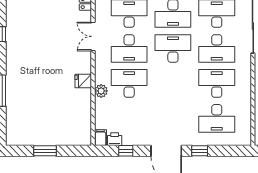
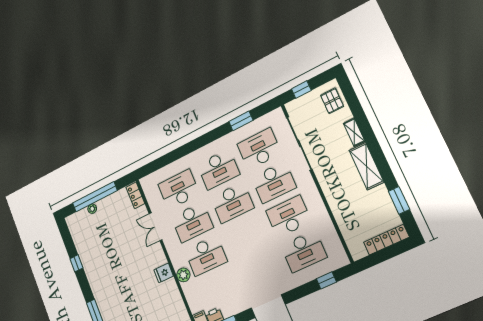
desk: (173, 48) -> (232, 203), turned 180
desk: (129, 83) -> (206, 256), turned 180
window: (200, 151) -> (326, 280), moved

